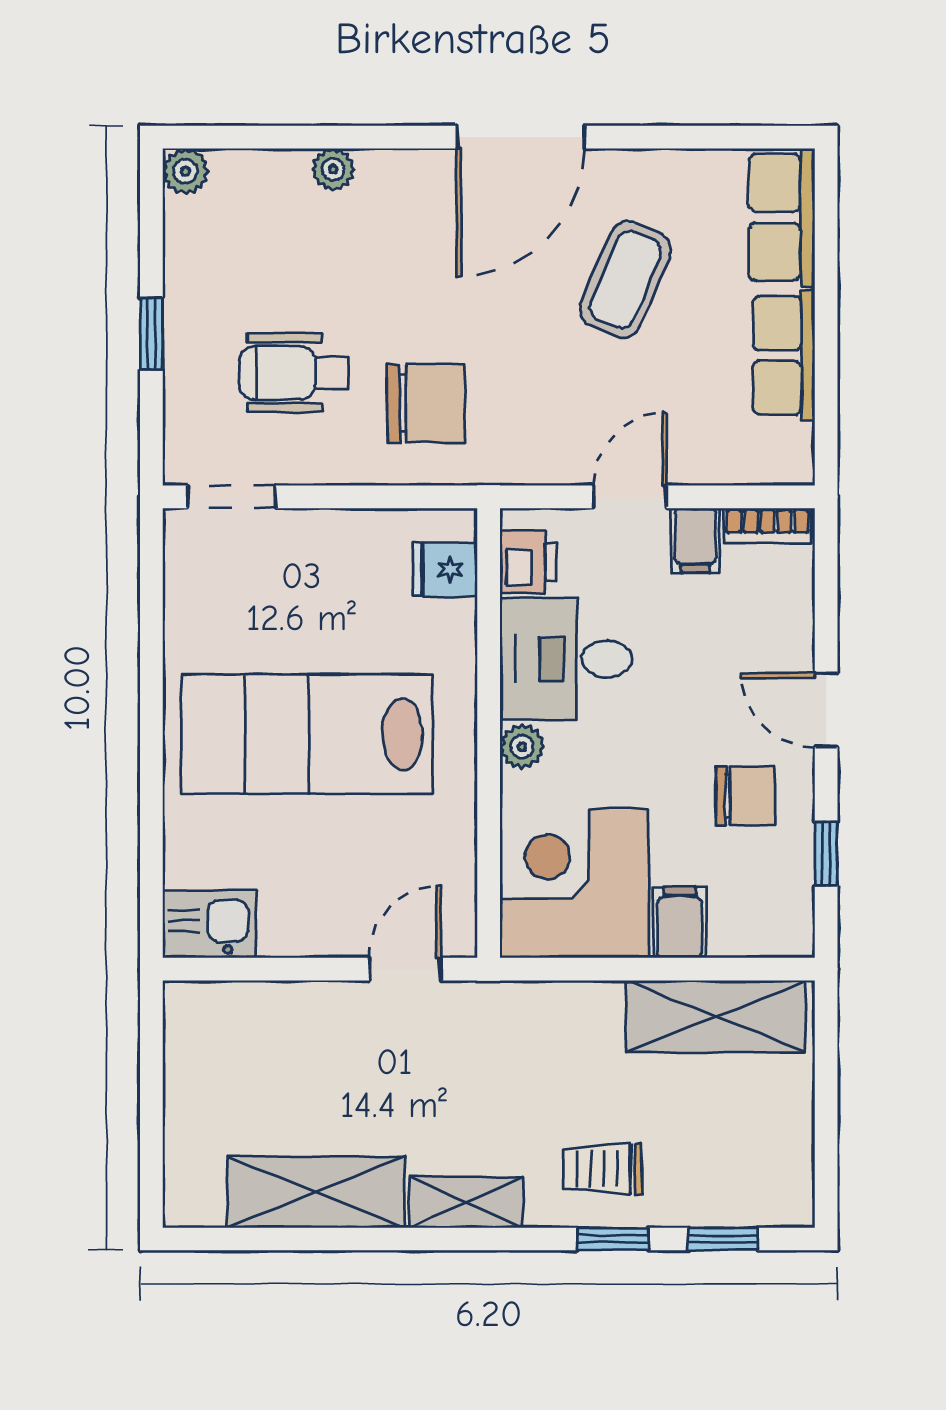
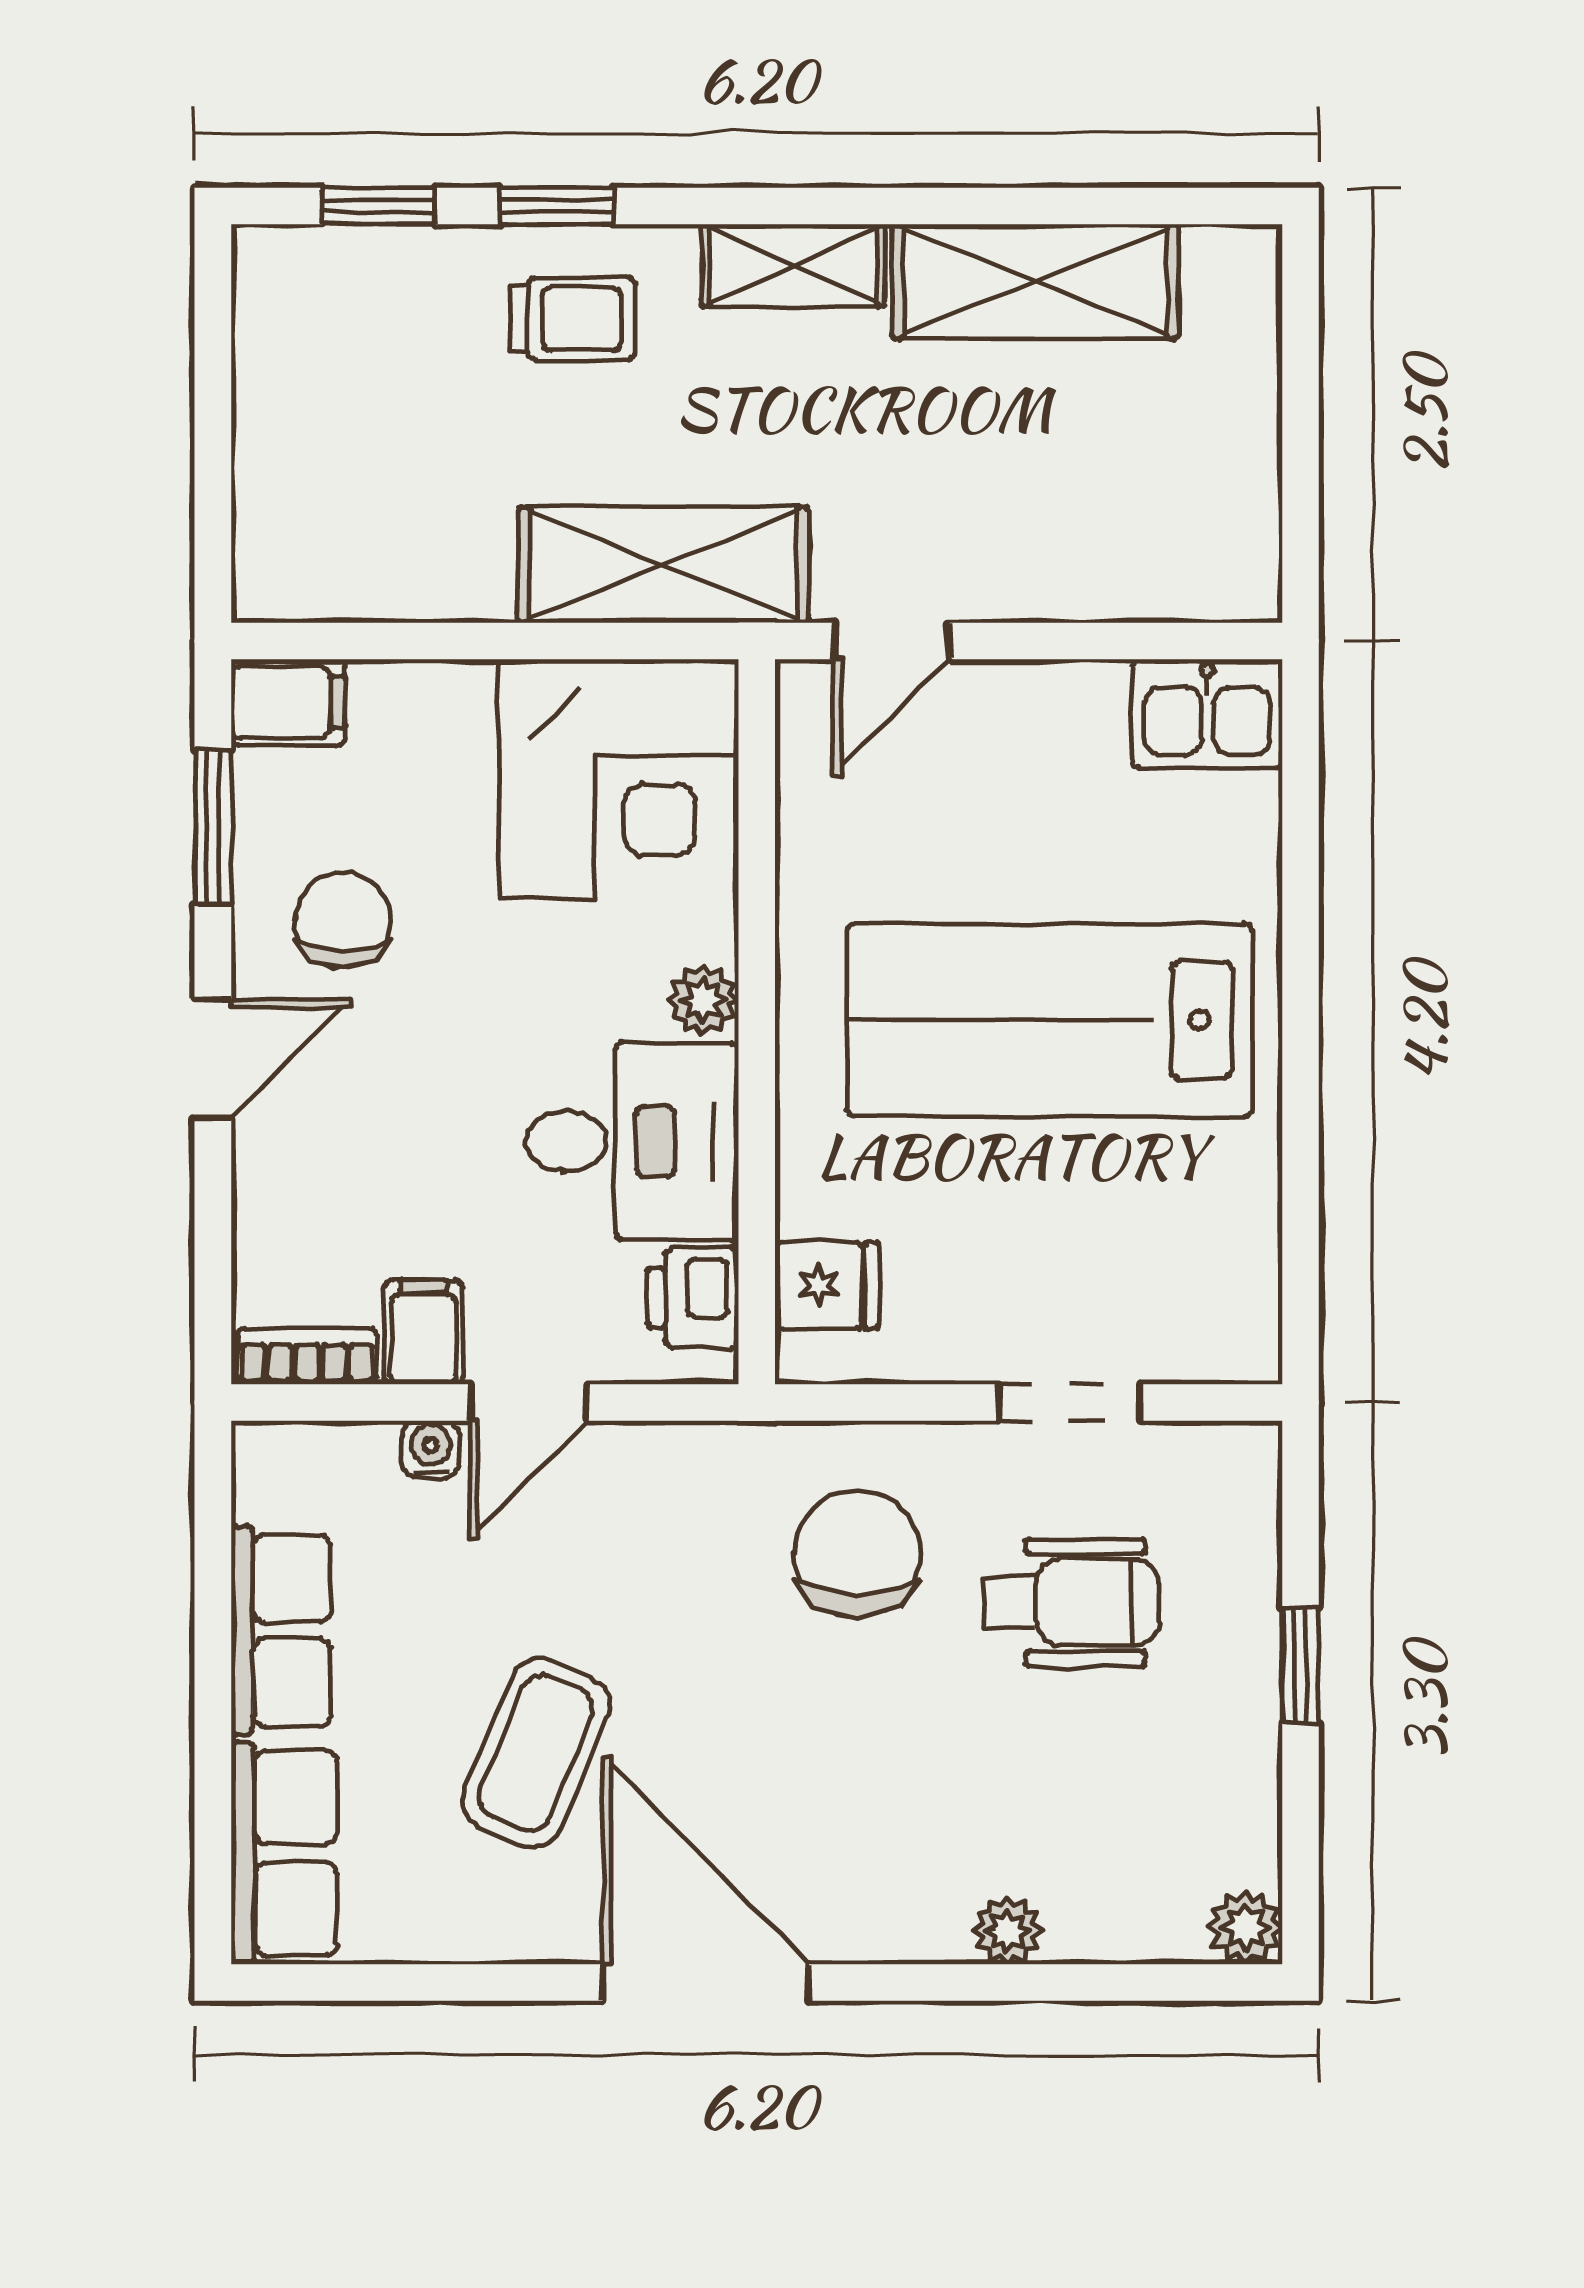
door: (520, 137) -> (706, 1982), hinge flipped
chair: (426, 403) -> (857, 1553), turned 90
water cooler: (691, 468) -> (430, 1449), added
doorway: (232, 497) -> (1069, 1402), moved
door: (826, 710) -> (213, 1059), hinge flipped
lab bench: (307, 734) -> (1050, 1020), turned 180
chair: (745, 796) -> (343, 920), turned 90
window: (826, 854) -> (213, 827), width x1.50
filing cabinet: (680, 922) -> (288, 702), moved, turned -90
shelving: (716, 1016) -> (663, 565), moved

